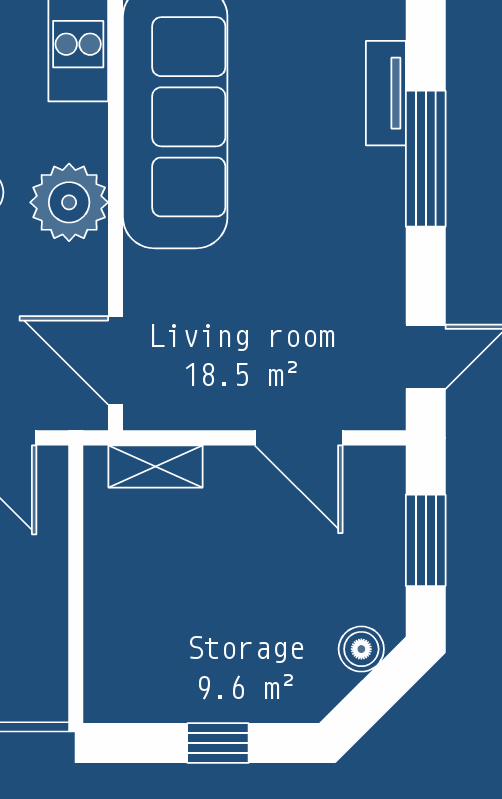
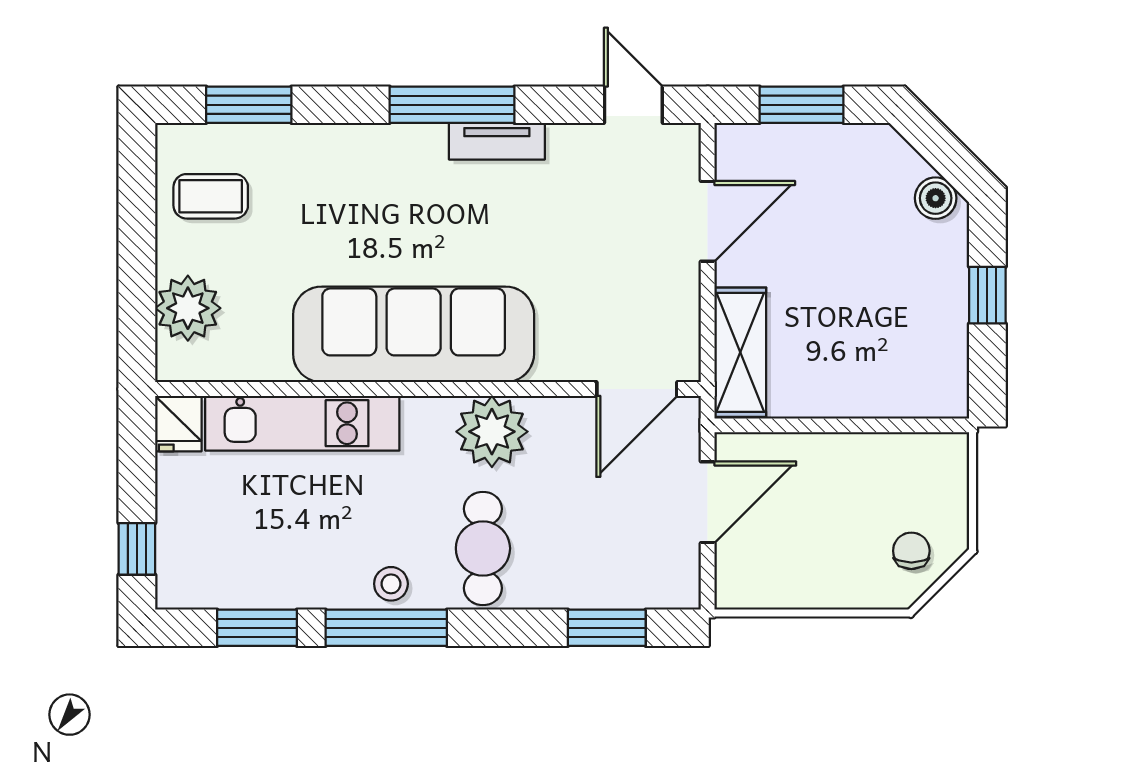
tv unit: (386, 93) -> (497, 141), moved
shelving: (156, 466) -> (740, 352), width x1.50, depth x1.33
boiler: (361, 649) -> (936, 198), moved

